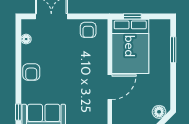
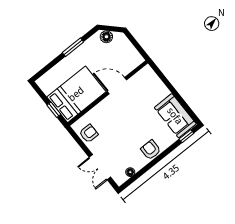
window: (173, 50) -> (73, 47), moved
armchair: (31, 72) -> (151, 150), turned -90

